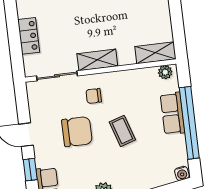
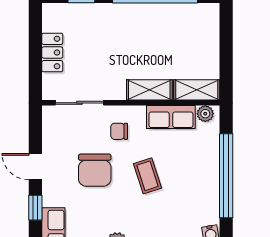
shelving: (97, 60) -> (149, 90), moved
row of seats: (172, 113) -> (171, 117), moved, turned -90
chair: (77, 132) -> (95, 170), turned 90

